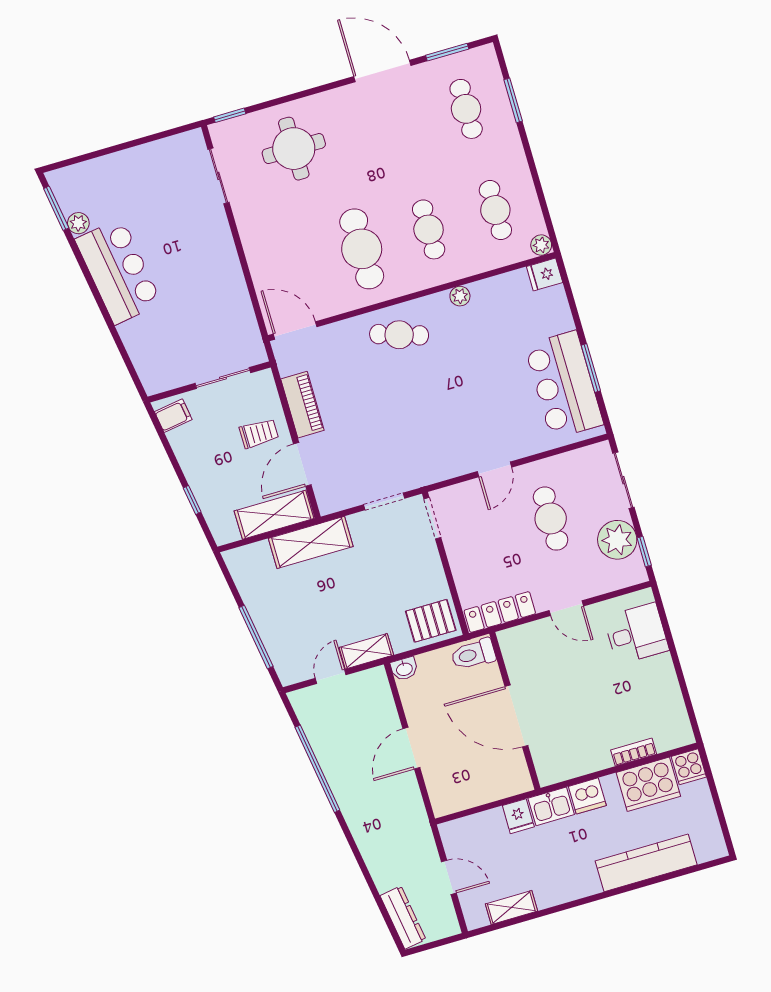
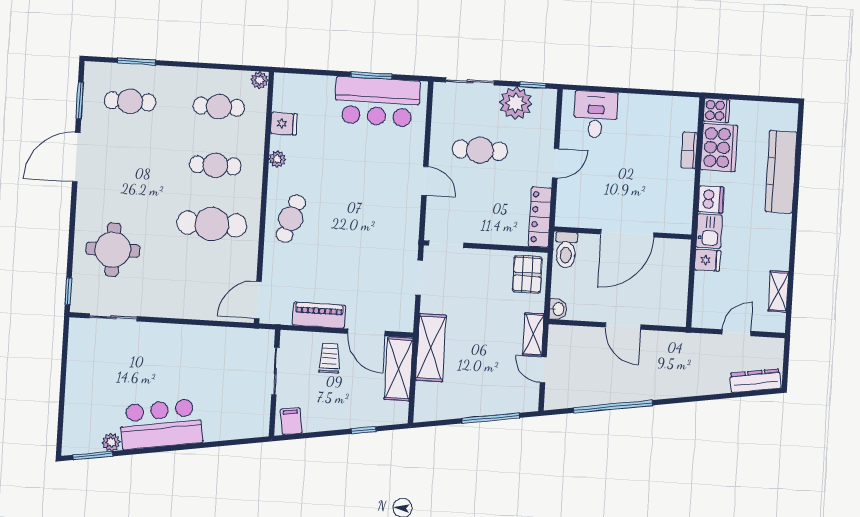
fridge: (545, 275) -> (284, 124), moved, turned -90

